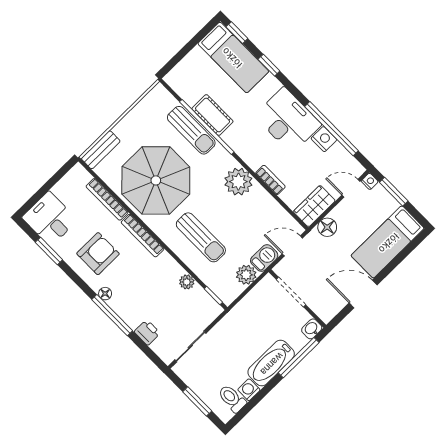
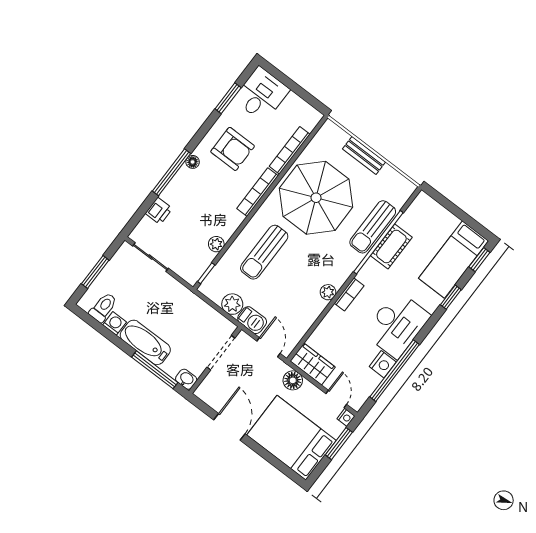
bench: (101, 150) -> (364, 155), moved
bookcase: (270, 180) -> (349, 294), moved
plant: (238, 182) -> (328, 292), width x0.53, depth x0.53
bed: (388, 242) -> (291, 438), width x1.50

